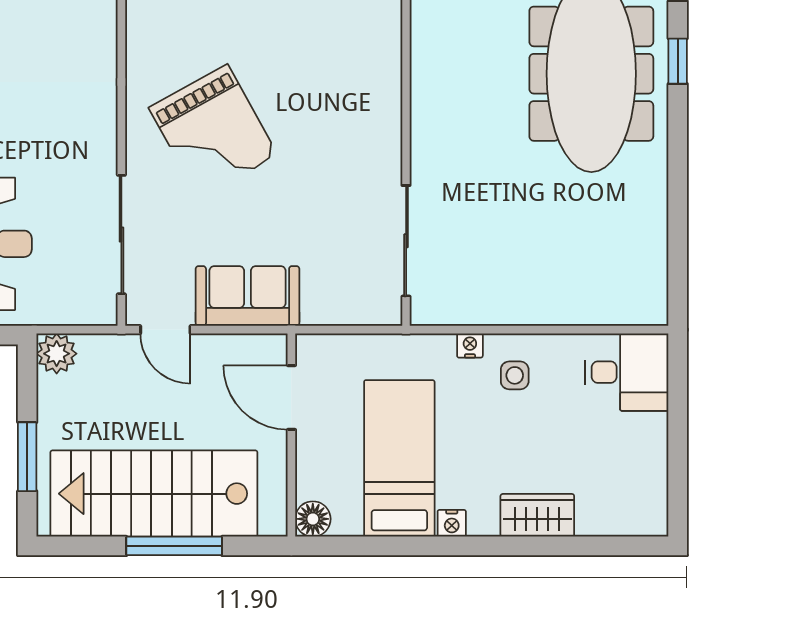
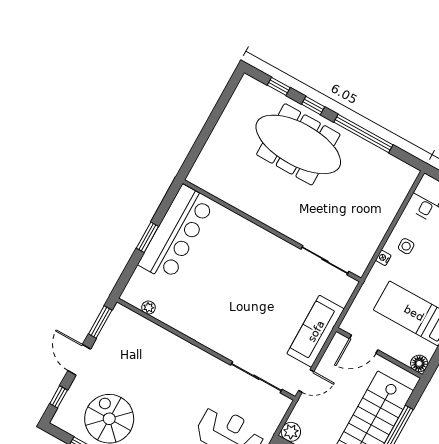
grand piano: (213, 131) -> (235, 315), removed
window: (678, 182) -> (363, 133), added
sofa: (248, 296) -> (316, 331), width x1.36

